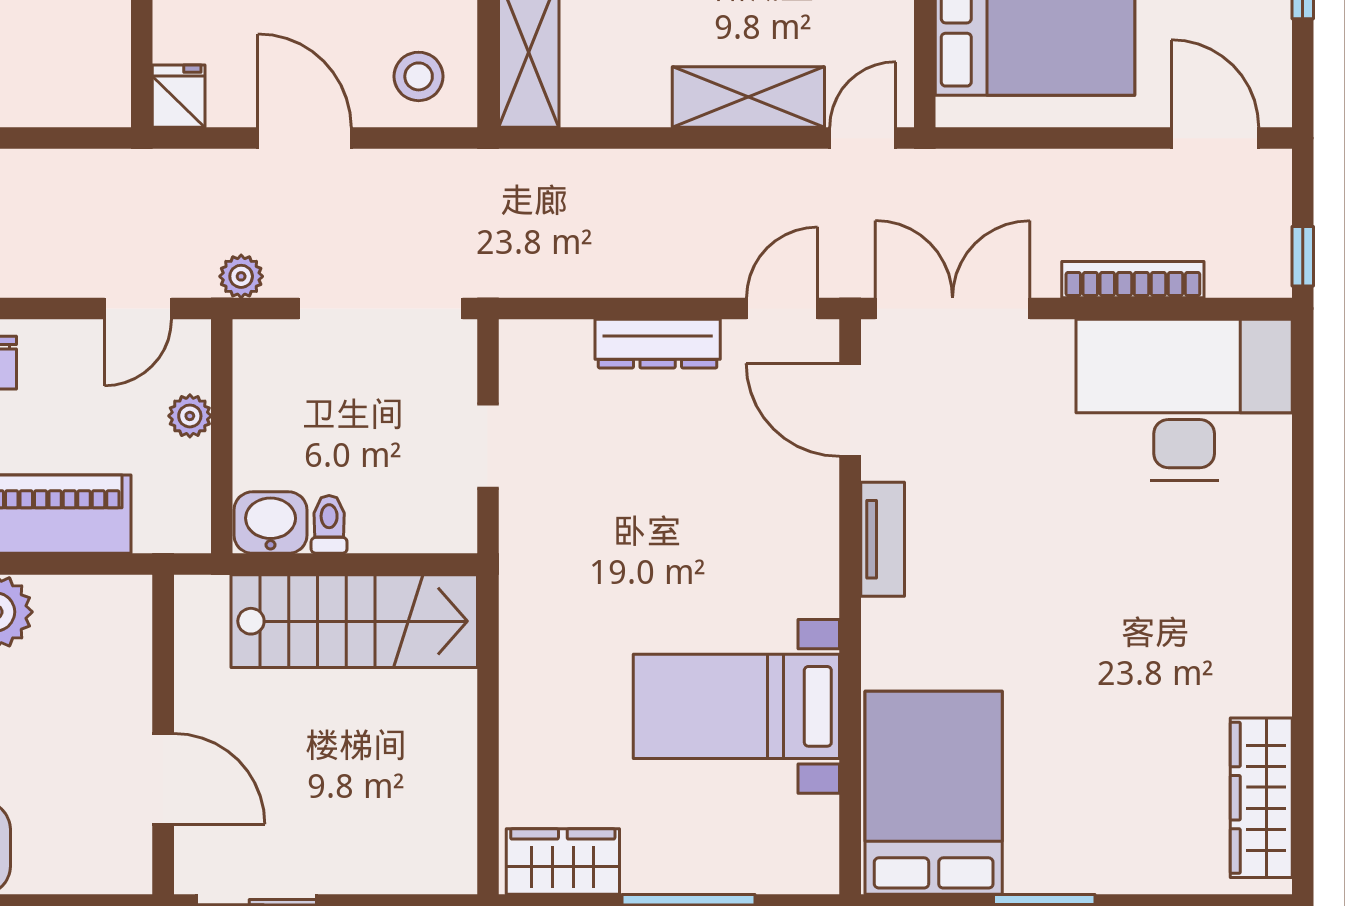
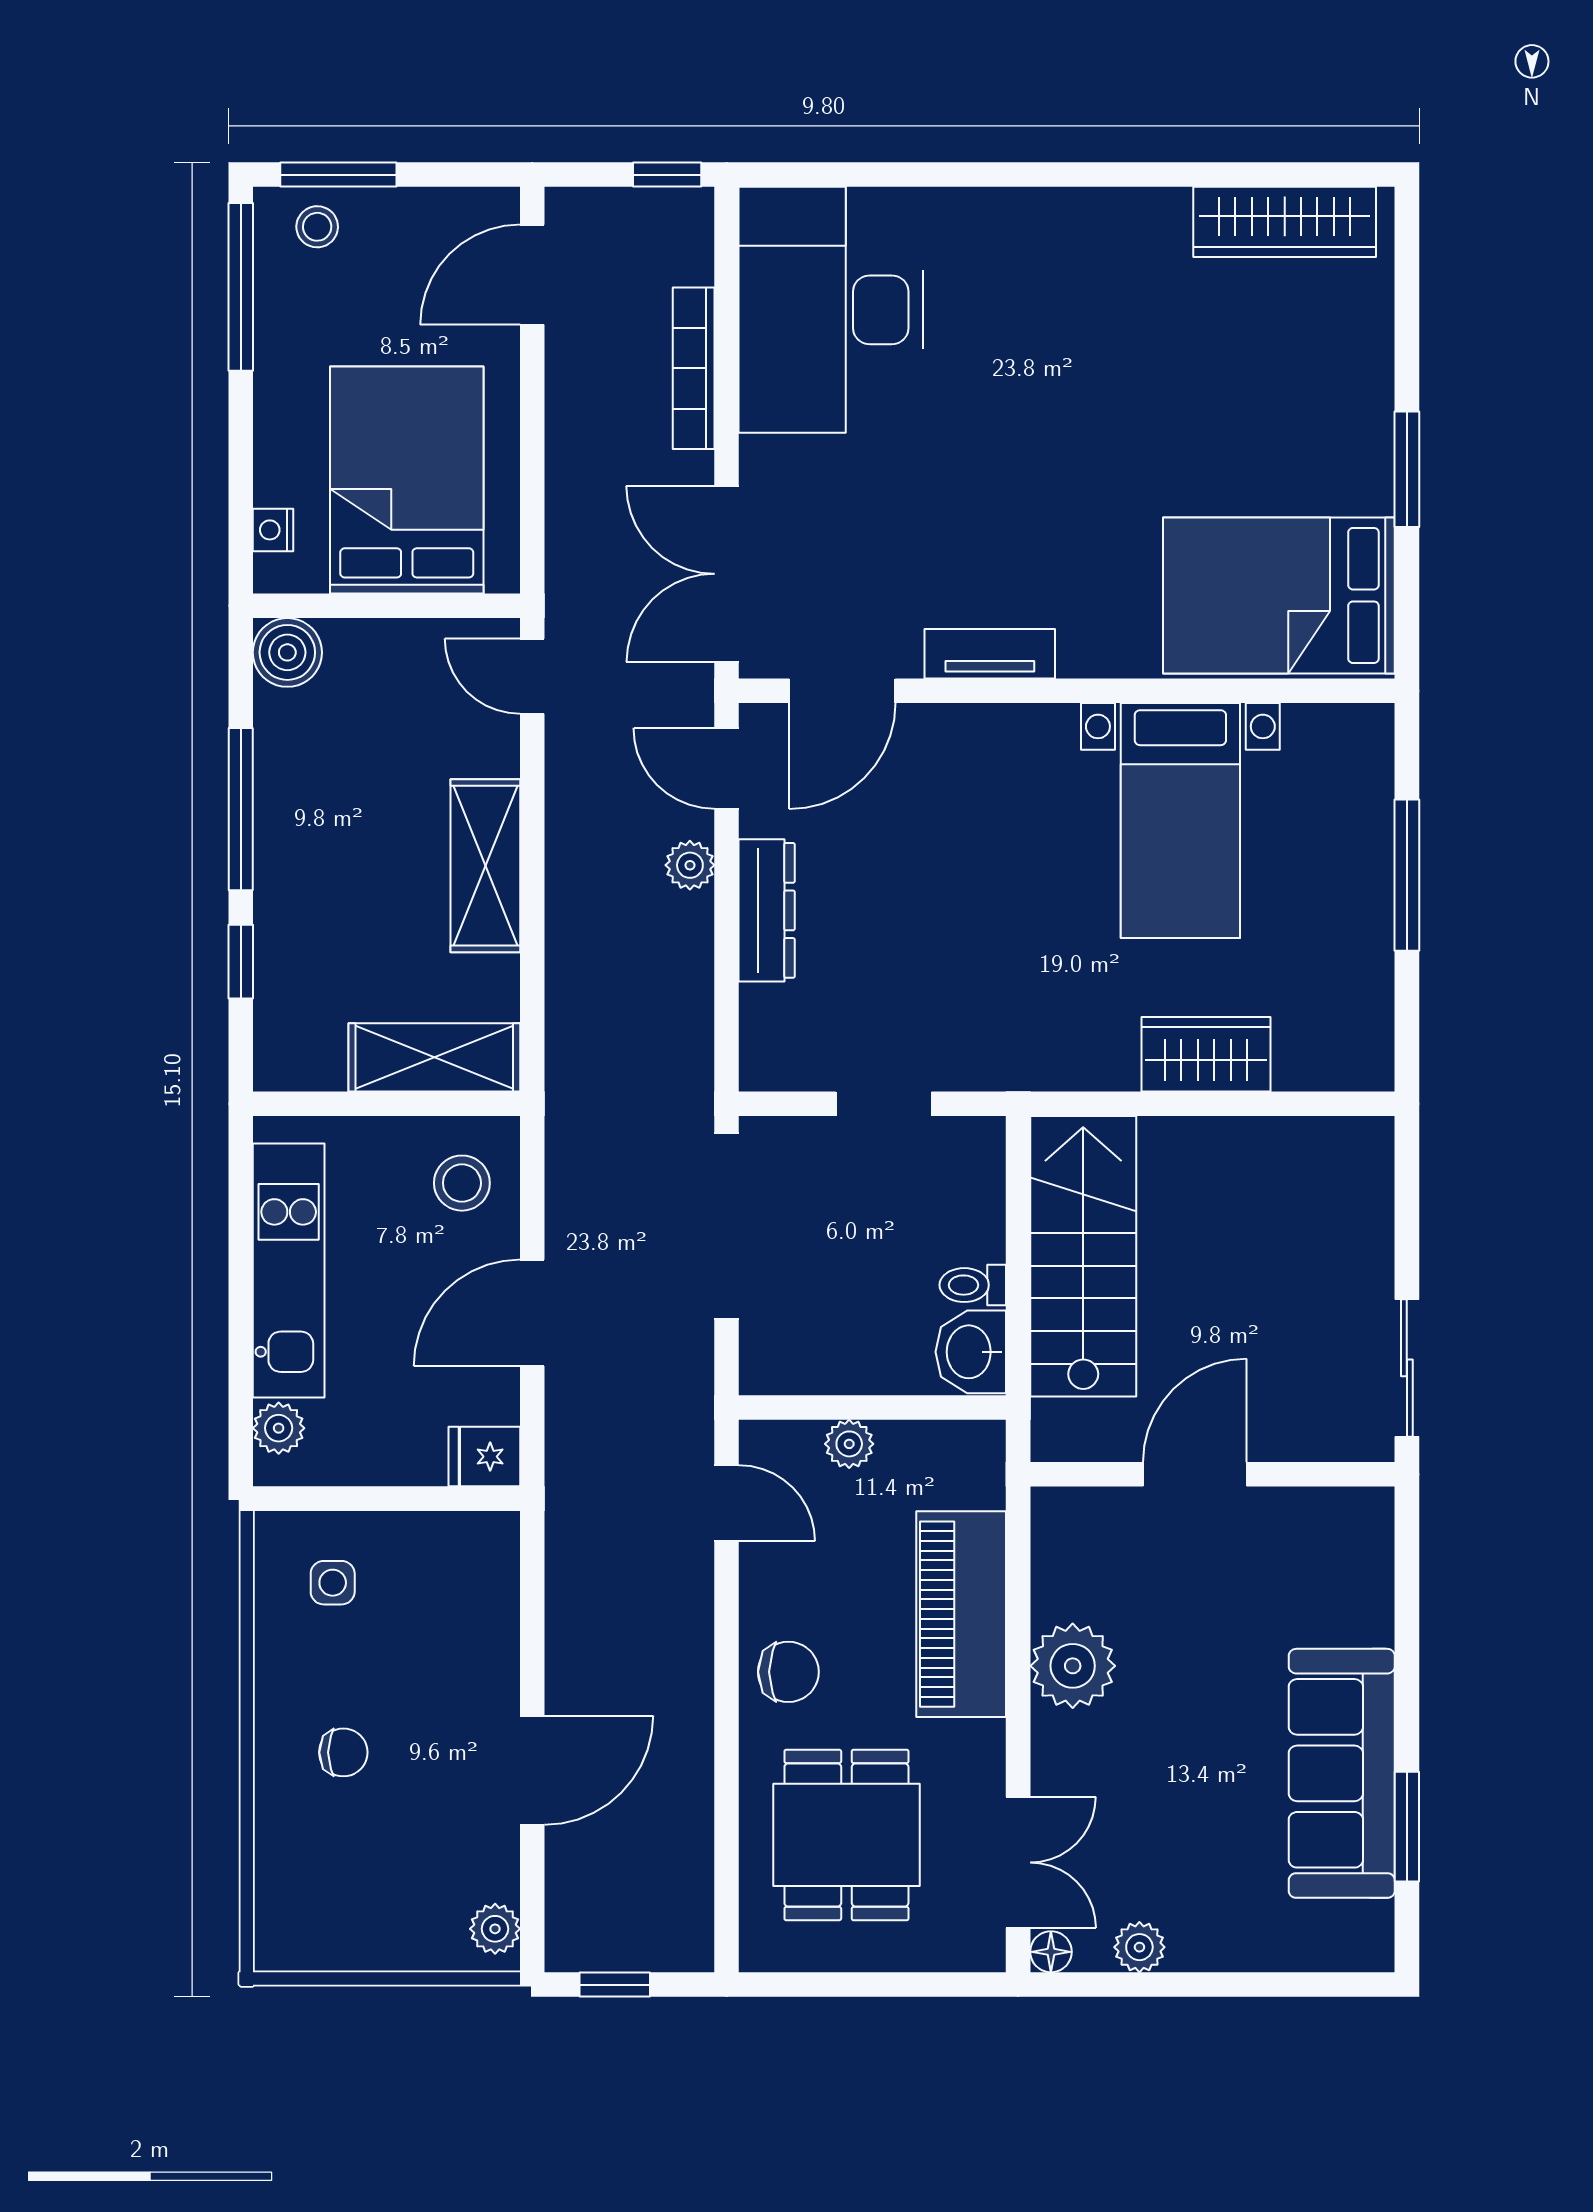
shelving: (748, 97) -> (485, 866), moved
plant: (241, 276) -> (690, 865), moved
door: (163, 779) -> (1195, 1474), moved
wardrobe: (563, 862) -> (1206, 1054), moved, turned 90

